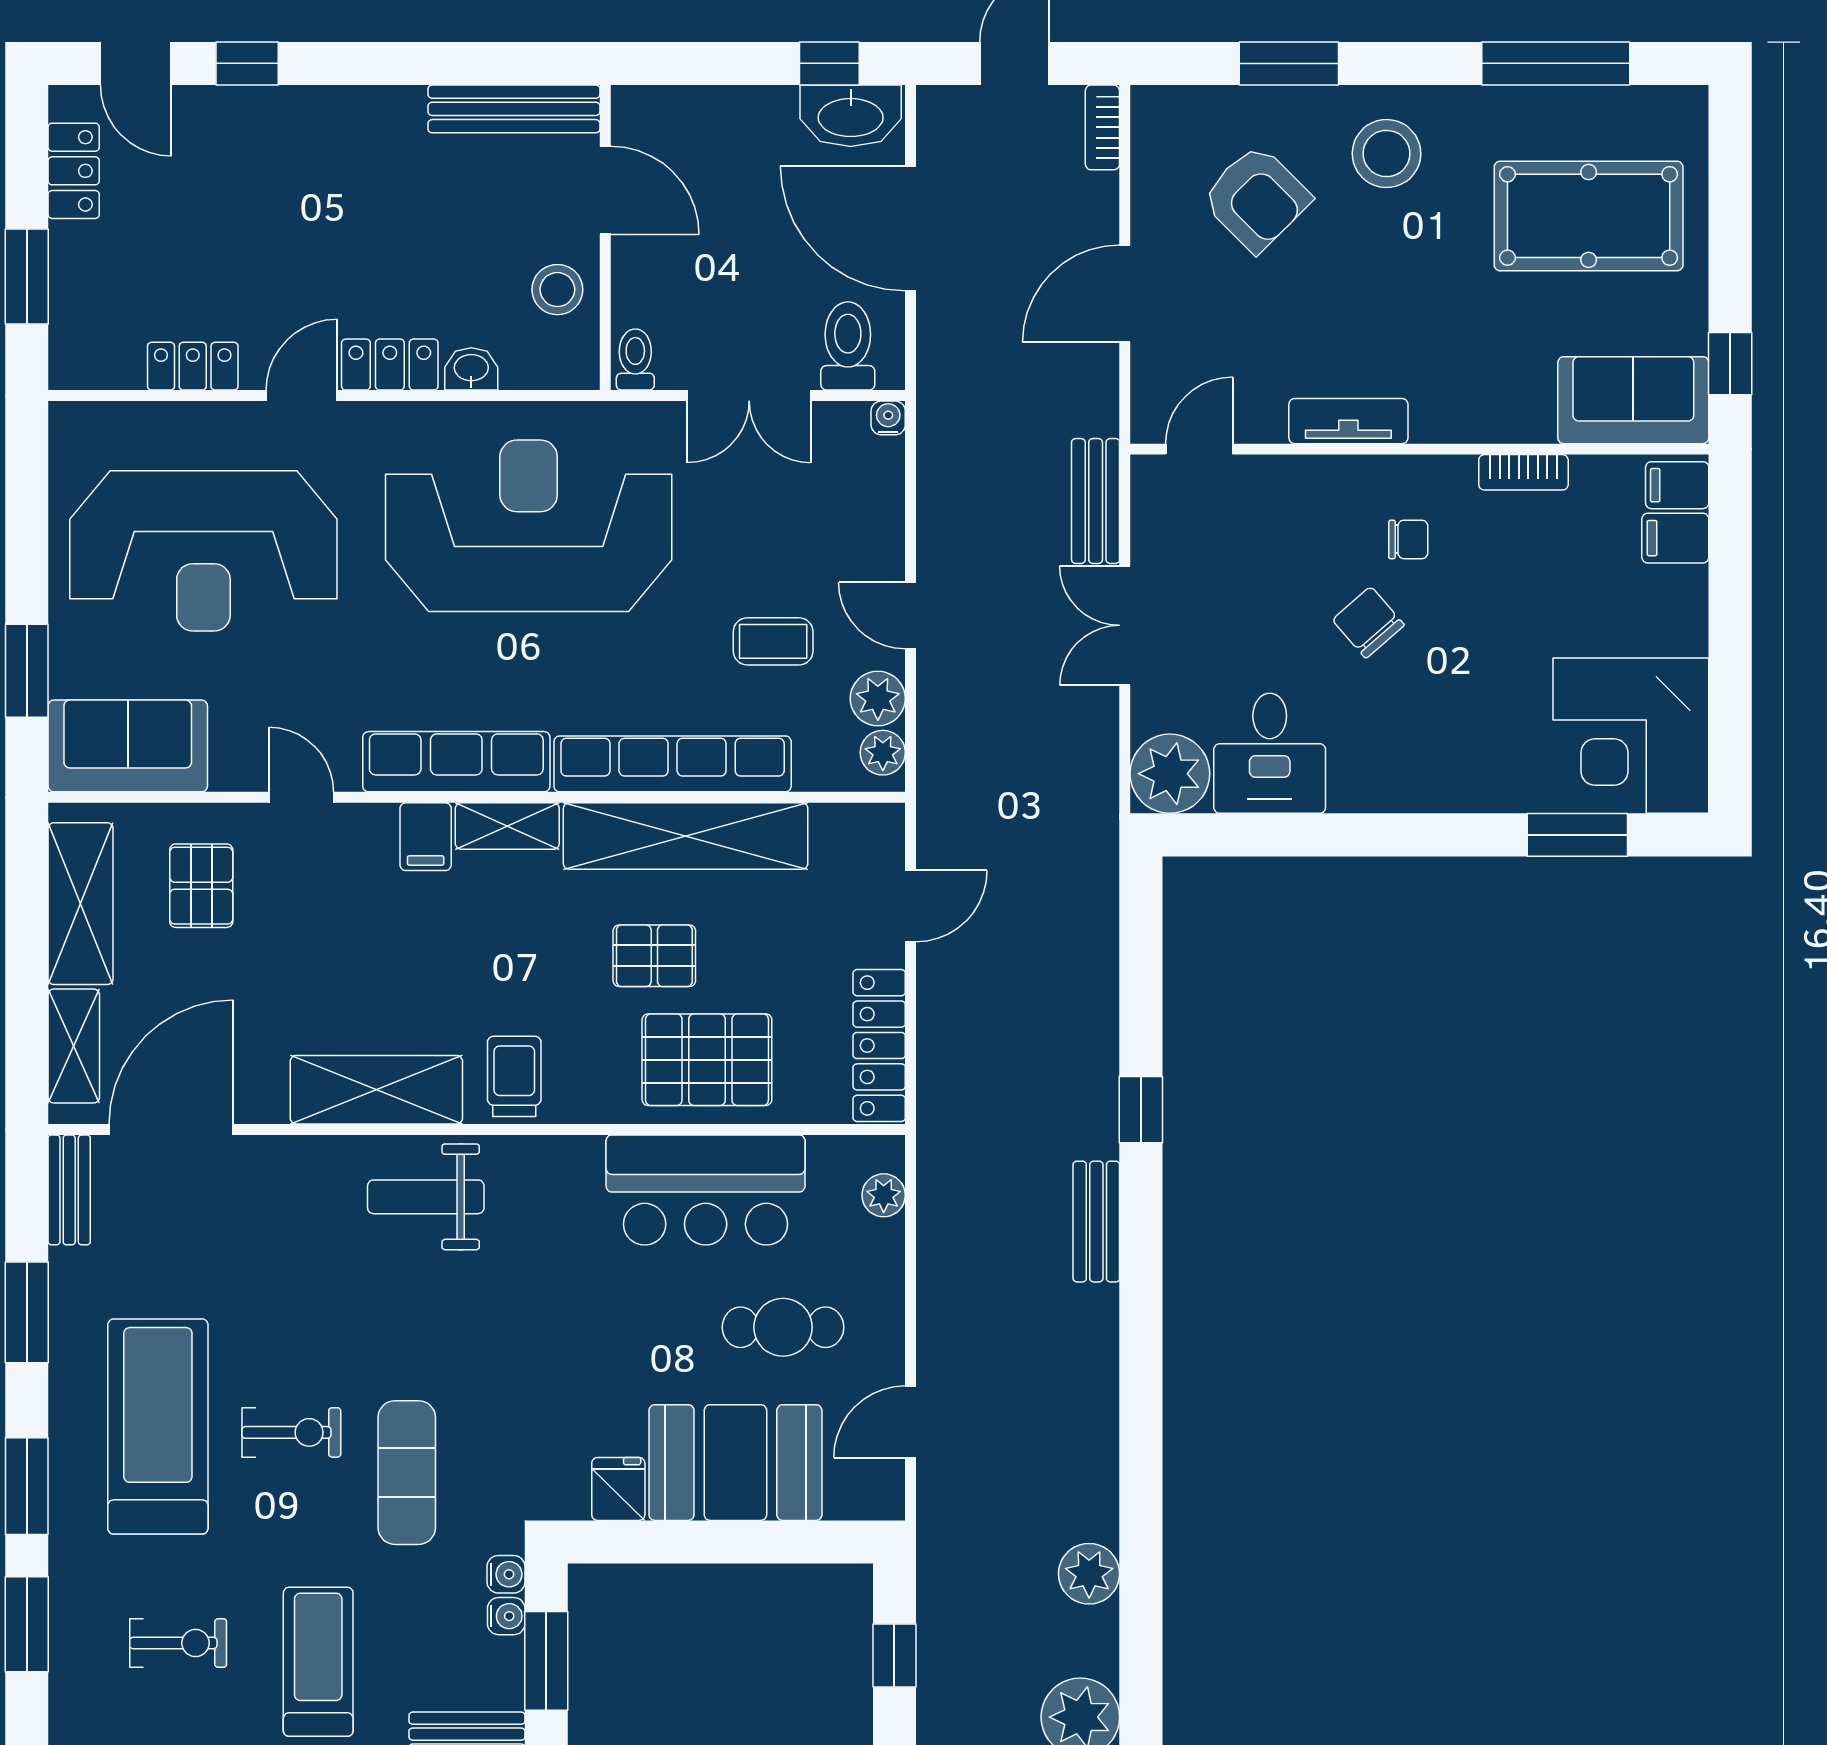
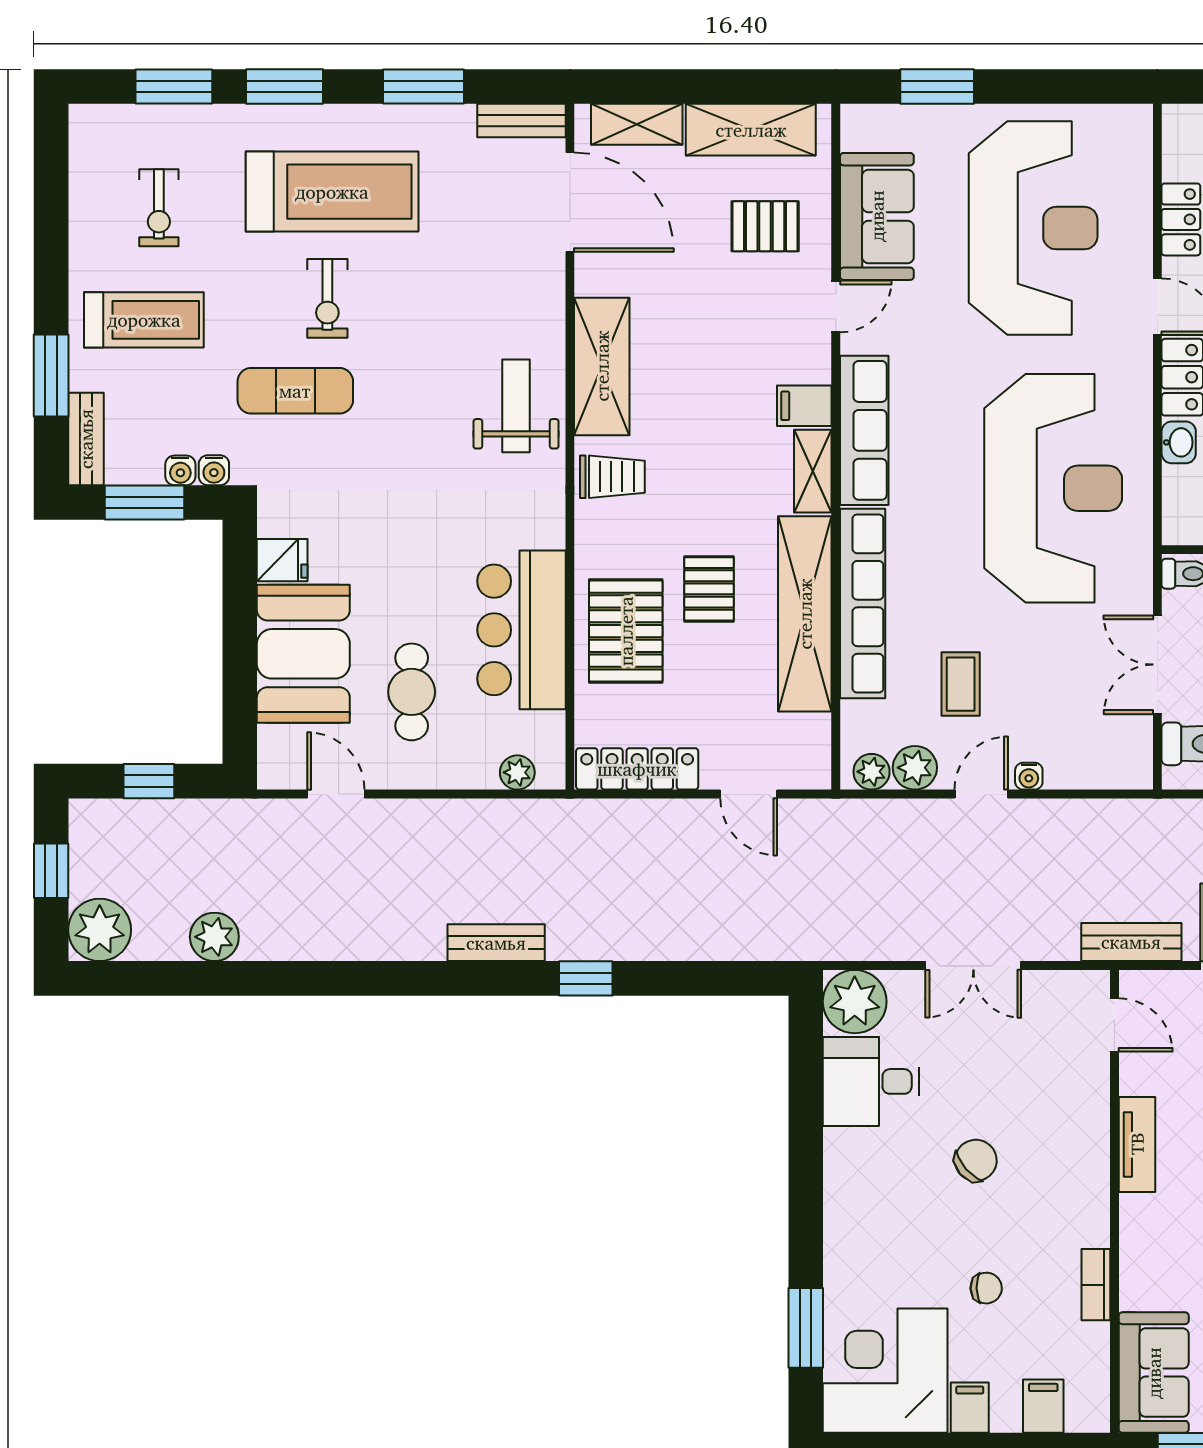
water cooler: (888, 418) -> (1029, 776), moved, turned 90
filing cabinet: (1677, 485) -> (970, 1408), moved
bench: (1096, 501) -> (1131, 942), moved
chair: (1408, 539) -> (986, 1288), moved, turned -91
reception desk: (203, 551) -> (1033, 228), turned 180
double door: (1125, 625) -> (973, 966), swing flipped
sofa: (128, 746) -> (877, 216), moved

